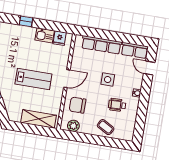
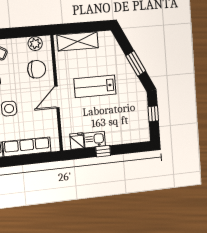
window: (26, 21) -> (103, 151), moved

